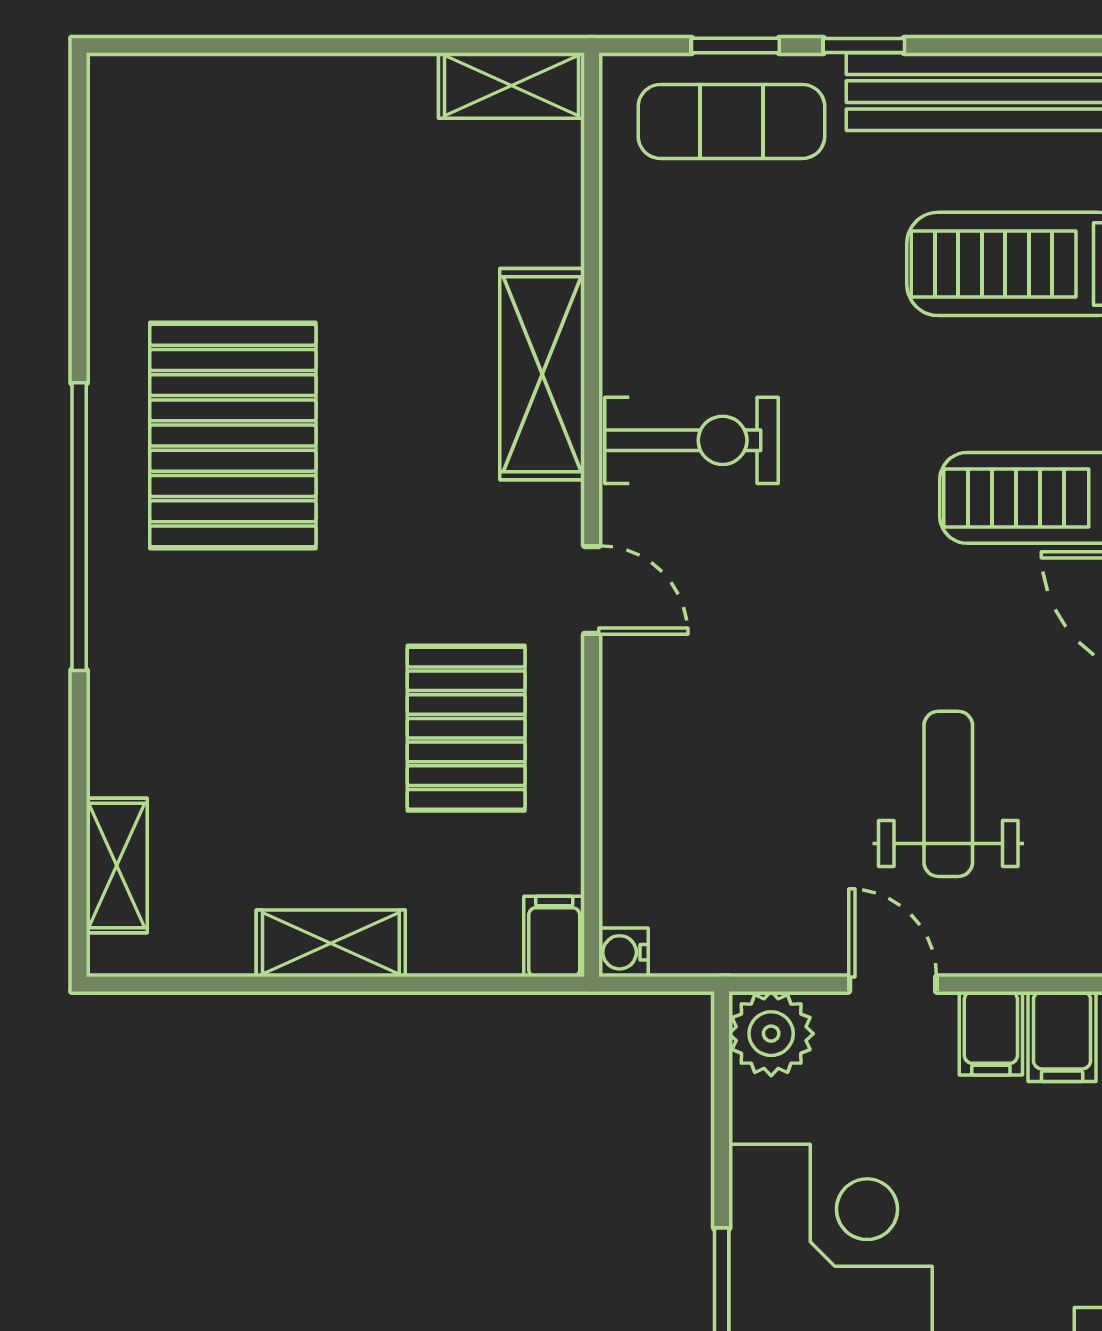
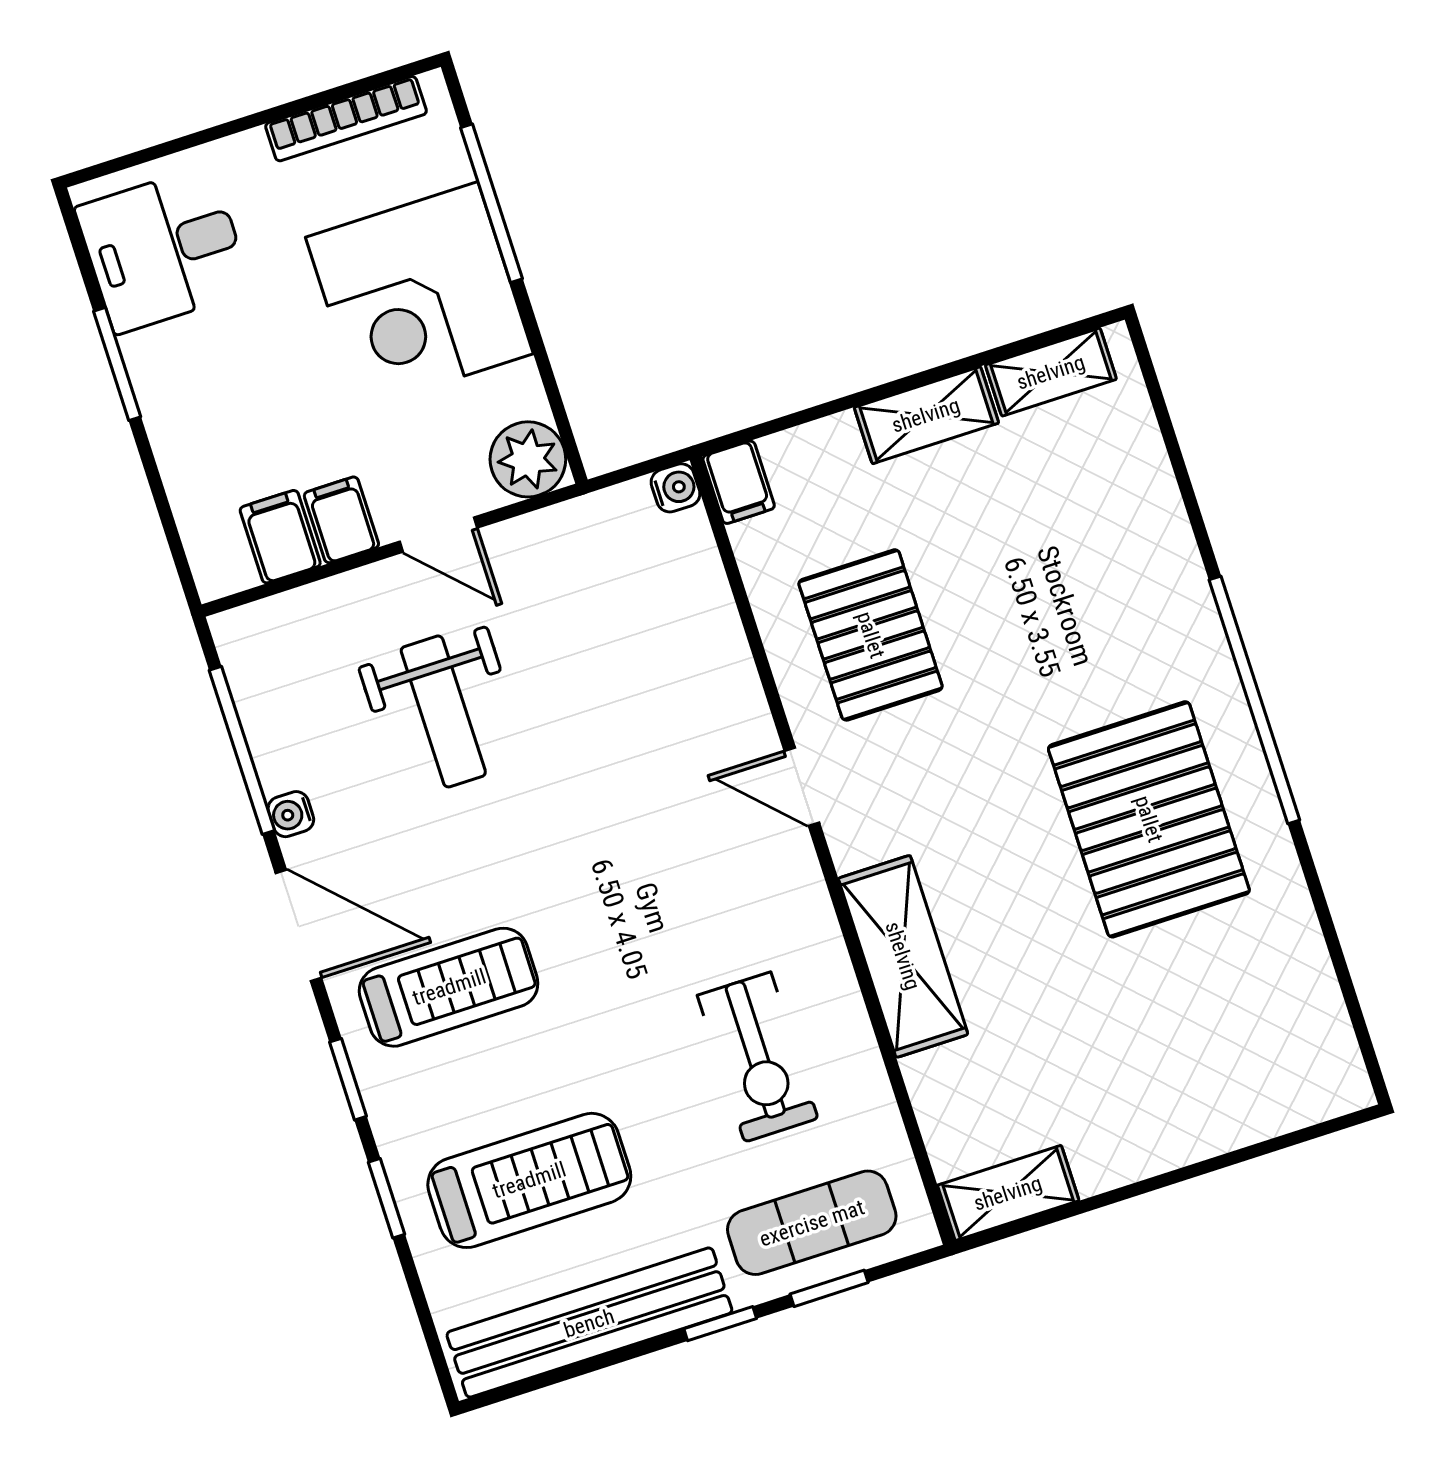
exercise bike: (691, 440) -> (758, 1057), moved, turned -90
shelving: (117, 865) -> (1051, 372), moved, turned 90

